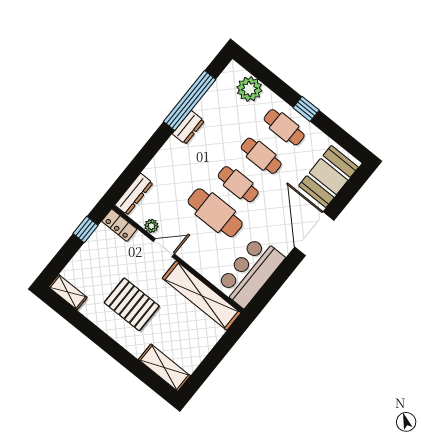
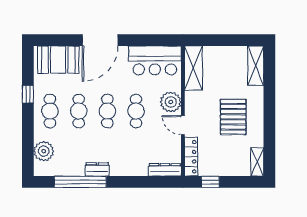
window: (306, 109) -> (28, 94), moved
cafe table: (215, 213) -> (136, 111), width x0.73, depth x0.74
locker: (119, 225) -> (191, 157), width x1.53
plant: (151, 226) -> (171, 102), moved, width x1.88, depth x1.88
shelving: (202, 296) -> (193, 68), width x0.68

